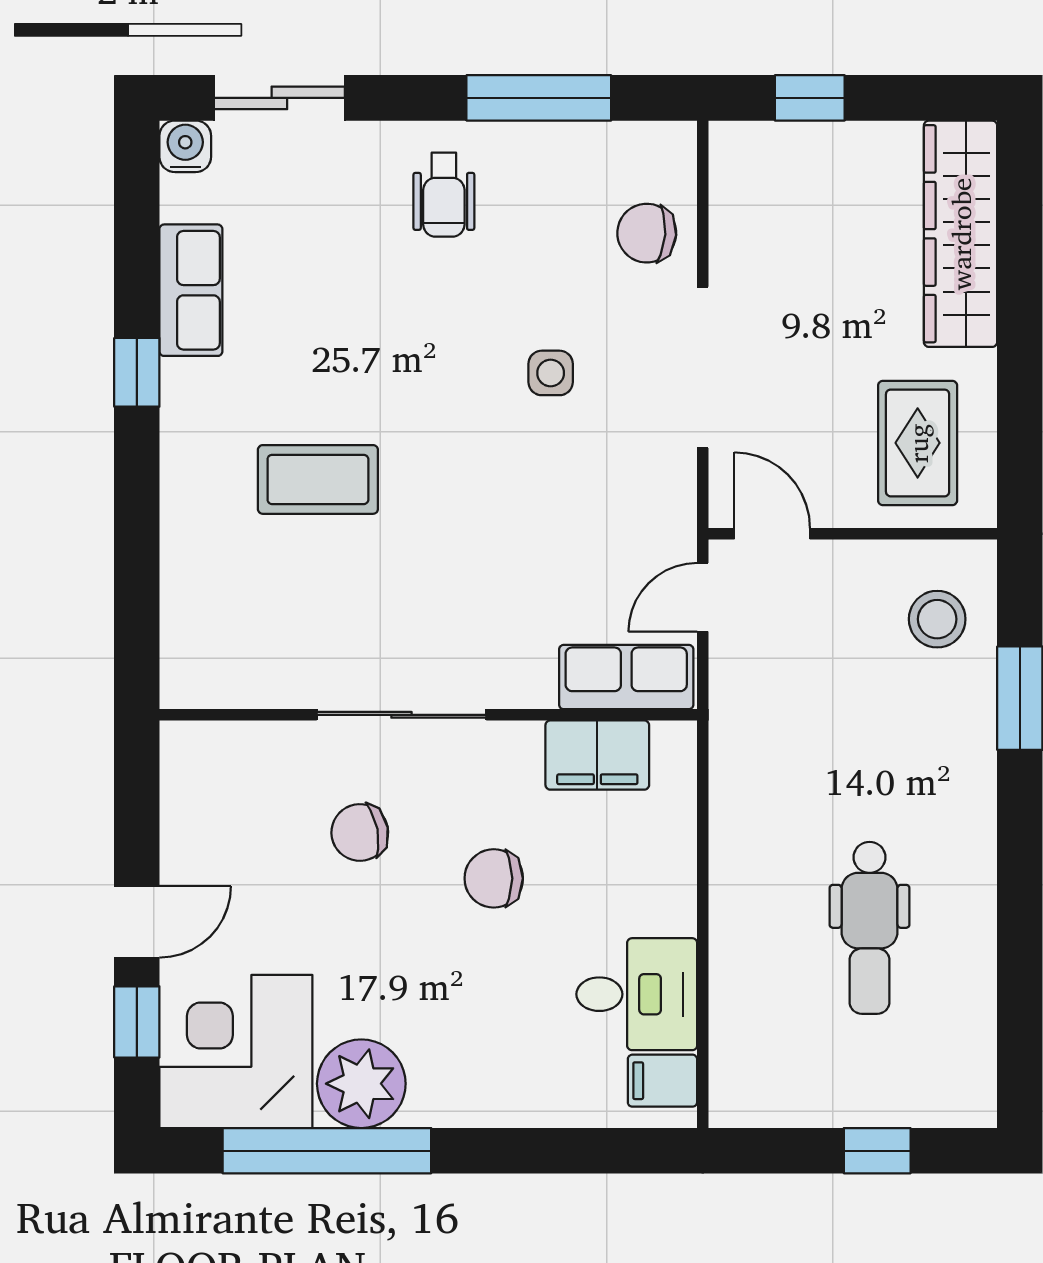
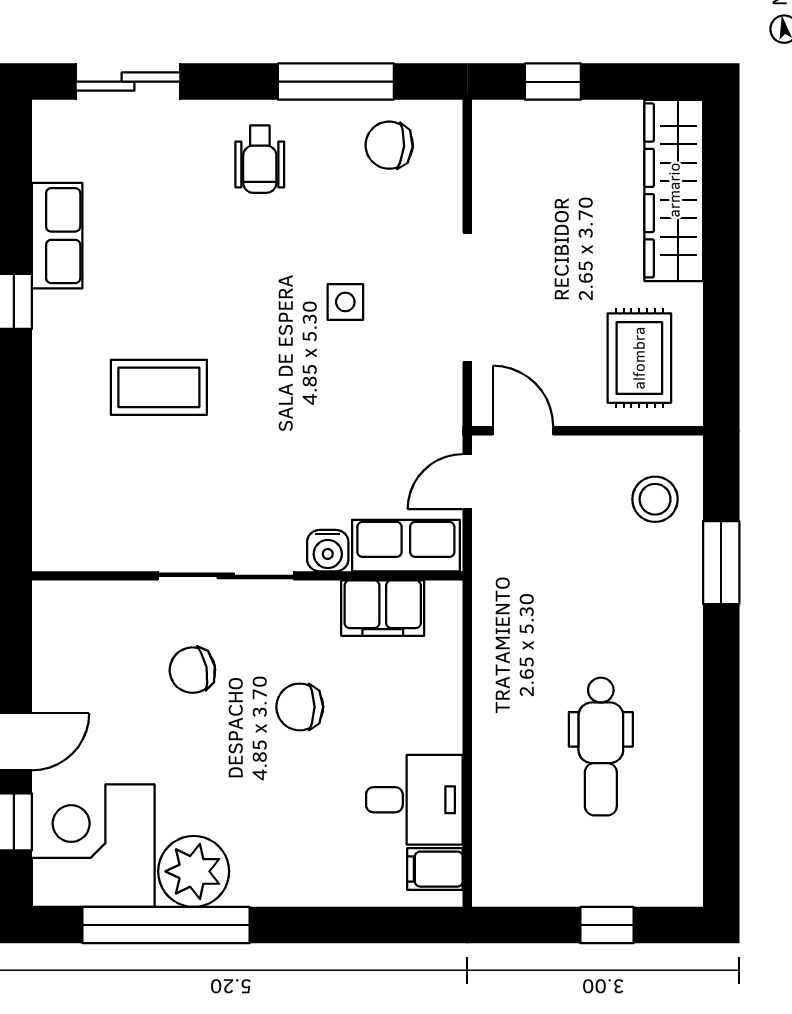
water cooler: (185, 146) -> (328, 551), moved, turned 180
chair: (647, 233) -> (389, 145), moved

